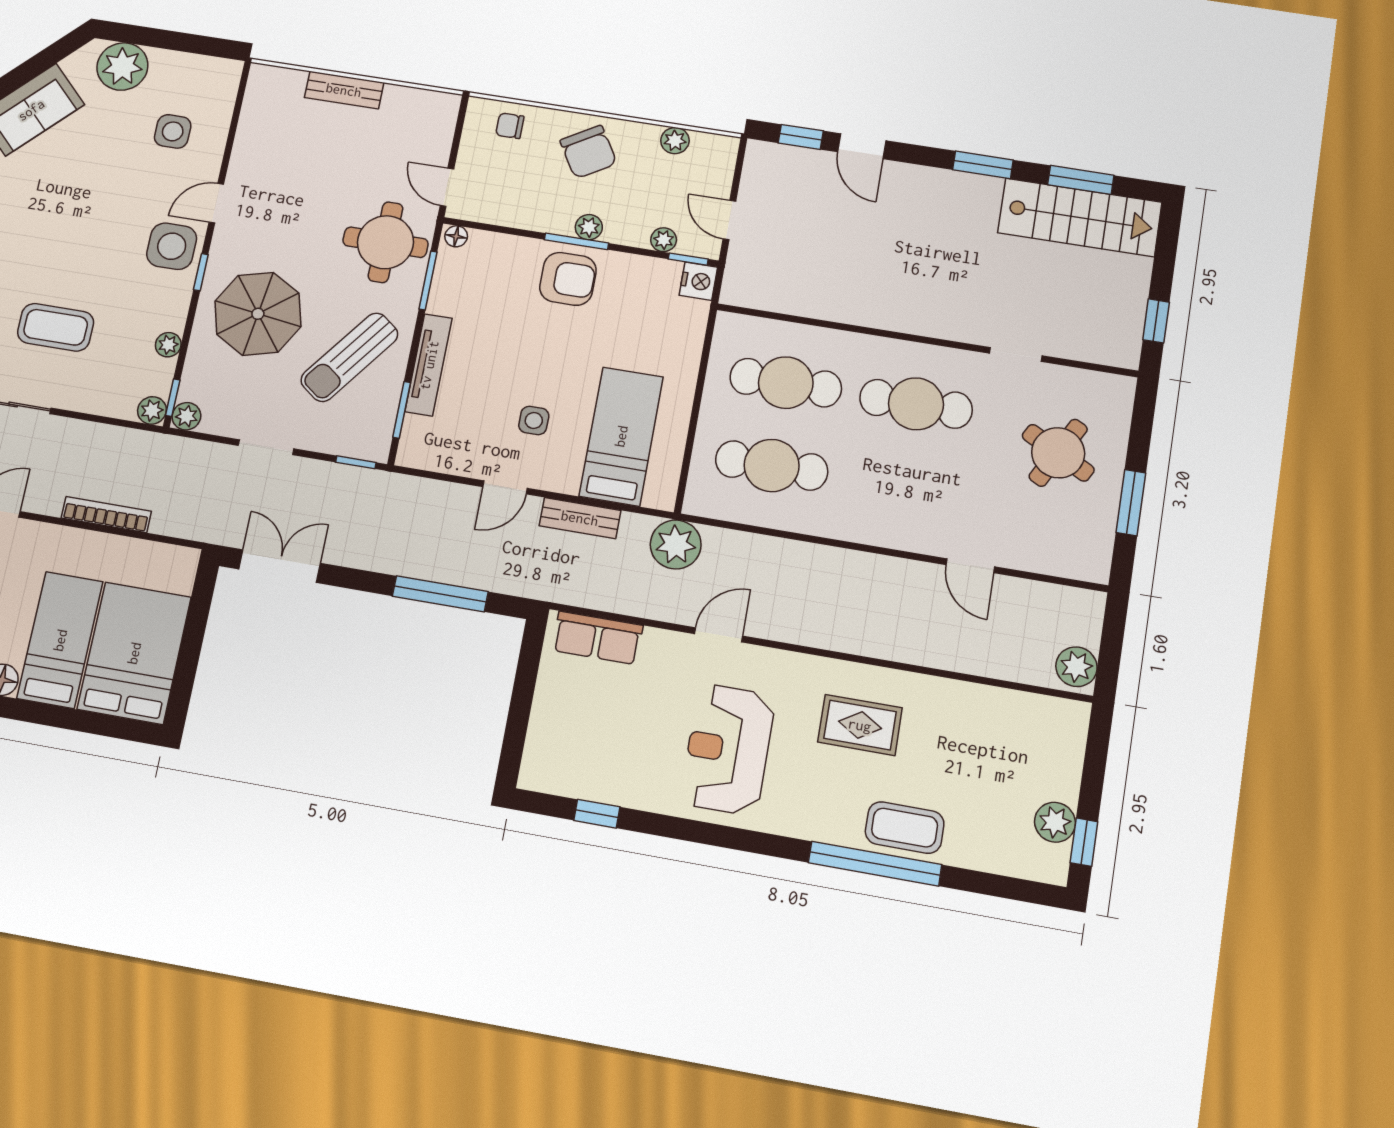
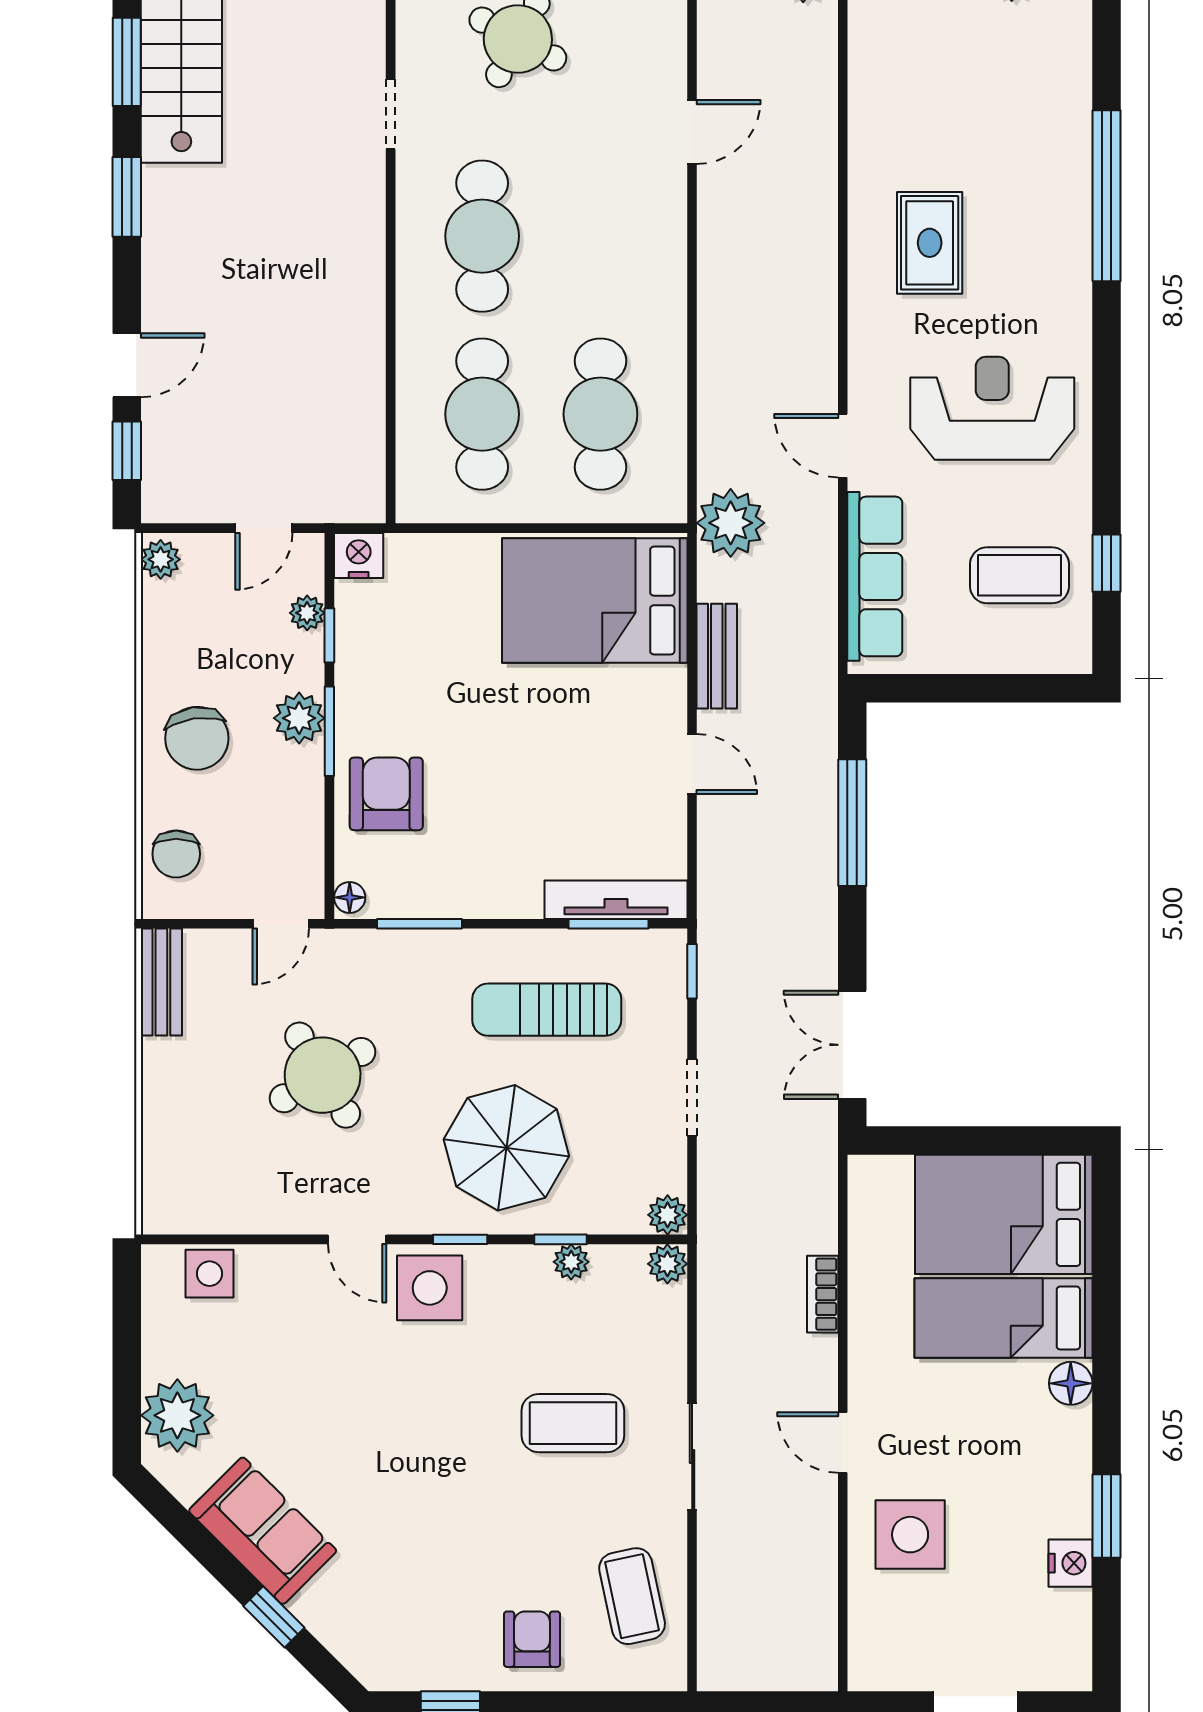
bench: (344, 90) -> (161, 982), moved
chair: (510, 126) -> (176, 854), width x1.37, depth x1.37
side table: (173, 131) -> (209, 1274), moved
plant: (675, 141) -> (161, 559), moved
chair: (588, 152) -> (197, 738), turned 113
plant: (589, 227) -> (299, 718), width x1.38, depth x1.38
round table: (385, 242) -> (323, 1075), moved, turned -31
window: (688, 259) -> (329, 635), moved
armchair: (568, 279) -> (386, 794), moved
coffee table: (56, 327) -> (573, 1423), turned 90
sun lounger: (349, 357) -> (547, 1010), turned 143
tv unit: (429, 365) -> (616, 900), moved
window: (173, 398) -> (560, 1239), moved
side table: (534, 420) -> (593, 743), removed
bed: (621, 436) -> (595, 600), width x1.50
bookcase: (106, 515) -> (823, 1294), width x0.64
row of seats: (597, 638) -> (875, 576), width x1.48
reception desk: (728, 749) -> (992, 408), turned 180
coffee table: (905, 828) -> (1019, 575), moved, turned 90

